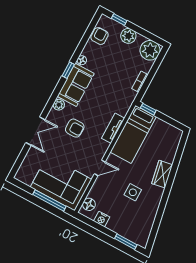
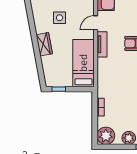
window: (148, 109) -> (59, 89), moved
tv unit: (113, 128) -> (102, 44), moved

